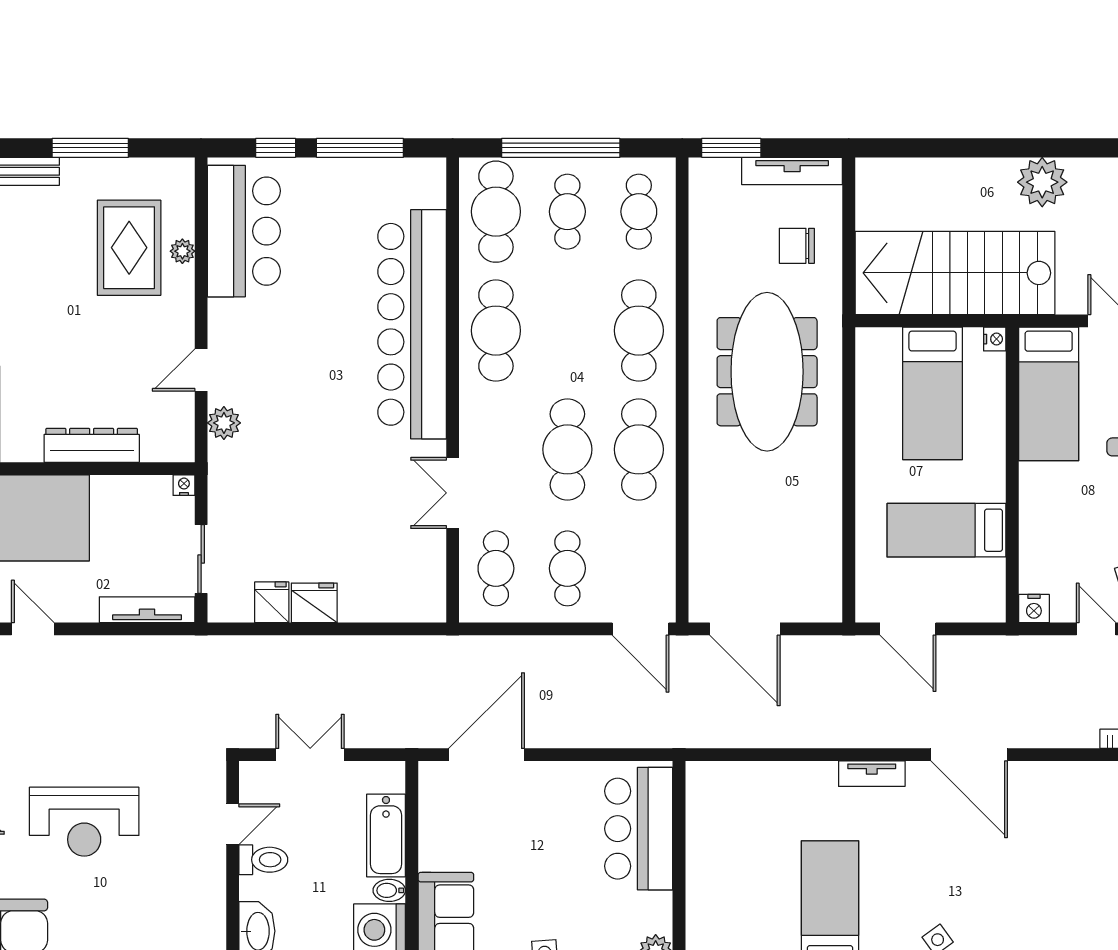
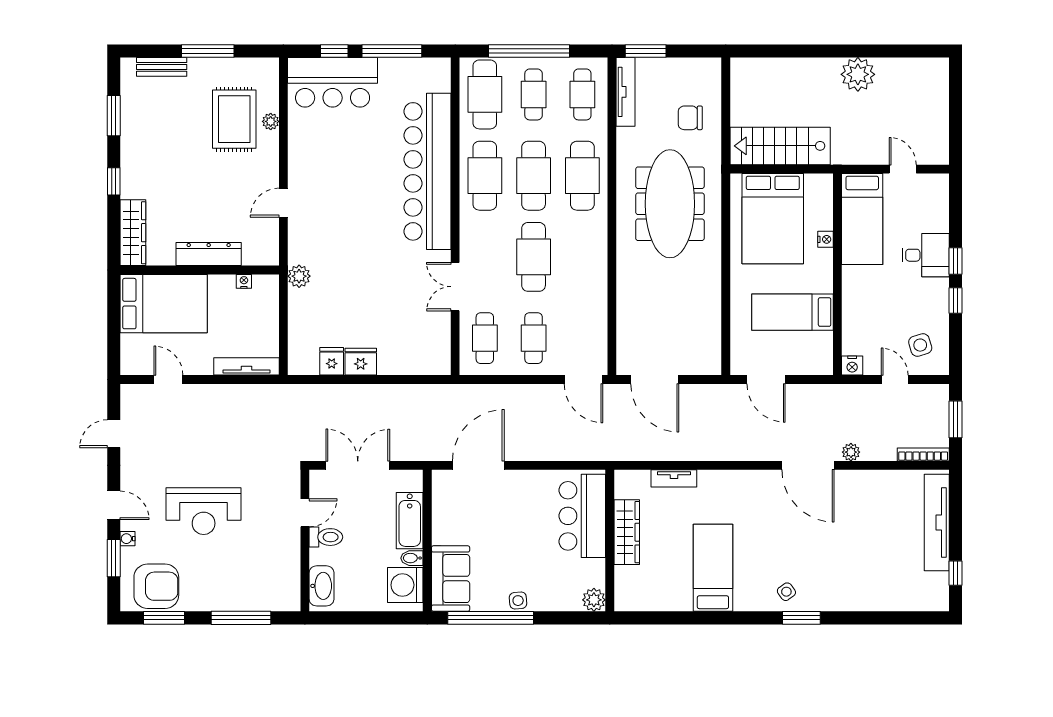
tv unit: (792, 171) -> (626, 92), moved, turned -90
bar counter: (244, 231) -> (333, 82), moved, turned 90
stairs: (955, 273) -> (780, 146), width x0.73, depth x0.66
nightstand: (995, 339) -> (825, 239), moved
bed: (933, 393) -> (773, 219), width x1.50
plant: (224, 423) -> (299, 276), moved
cafe table: (639, 449) -> (534, 176), moved
nightstand: (184, 485) -> (244, 281), moved
sliding door: (201, 559) -> (283, 332), removed
plant: (1032, 735) -> (851, 452), added
double door: (310, 755) -> (358, 465), width x1.37
tv unit: (872, 774) -> (674, 478), moved
wardrobe: (704, 852) -> (627, 532), added

